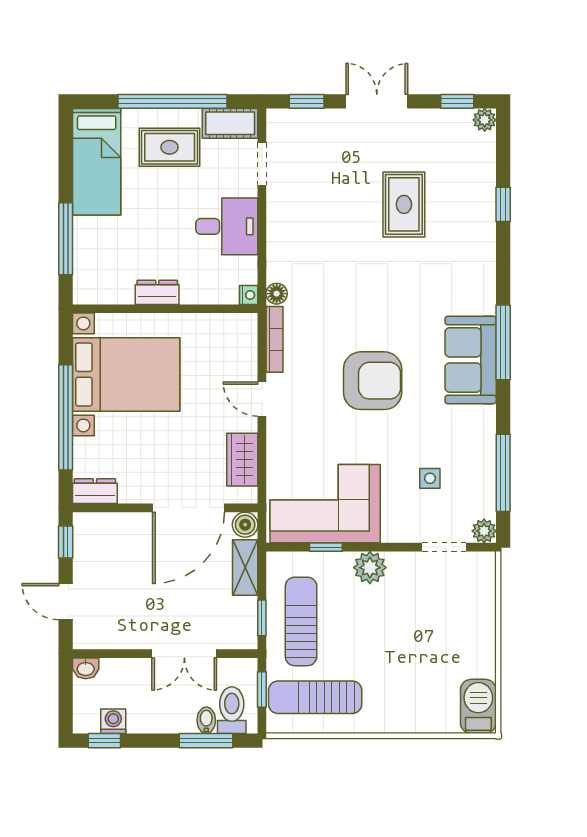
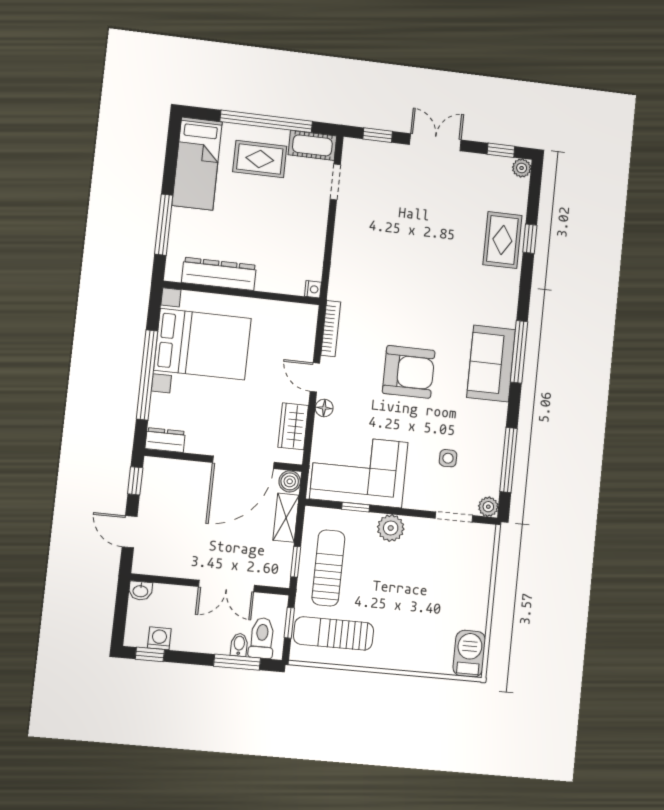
rug: (404, 204) -> (502, 240), moved
desk: (227, 226) -> (301, 230), removed
dresser: (157, 292) -> (219, 274), width x1.96, depth x1.24
floor lamp: (277, 294) -> (324, 408), moved

